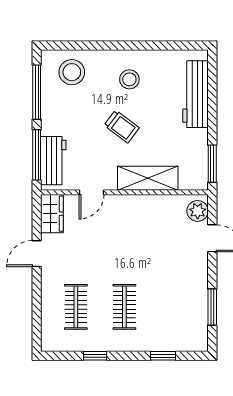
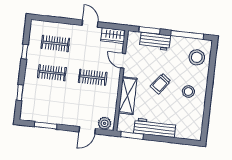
workbench: (195, 94) -> (155, 128), moved
window: (37, 155) -> (149, 30), width x0.69
workbench: (53, 161) -> (155, 41), moved
clothes rail: (124, 239) -> (93, 77), added

